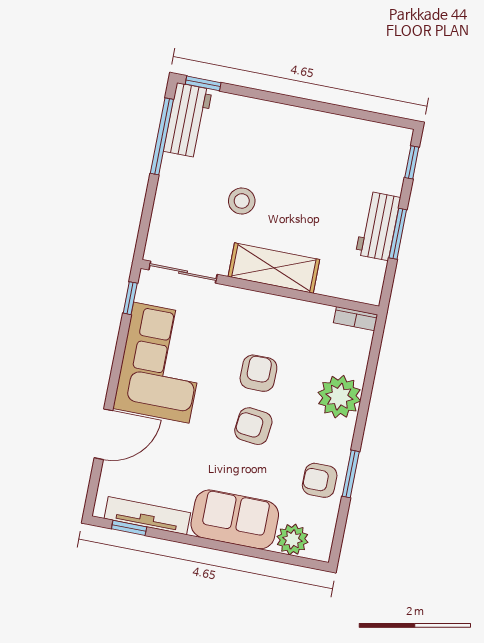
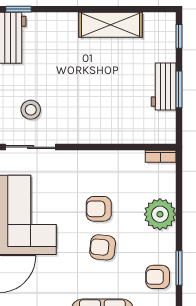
stool: (242, 201) -> (31, 110), moved
shelving: (274, 268) -> (111, 25), moved
armchair: (258, 373) -> (99, 209), turned -90

